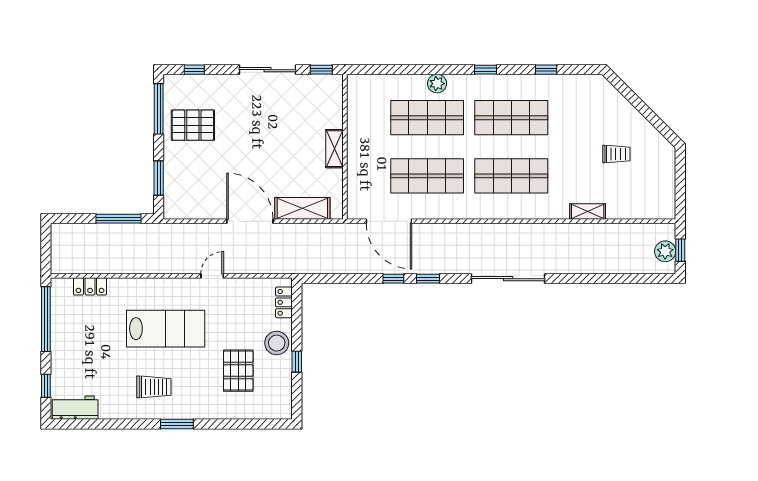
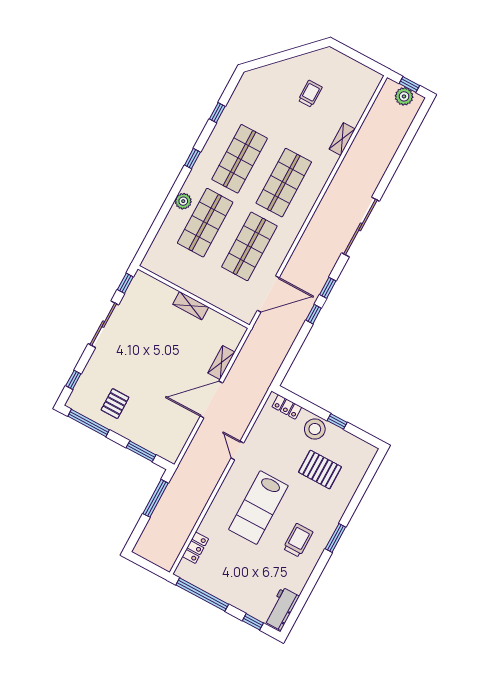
pallet: (193, 125) -> (115, 404), width x0.67, depth x0.71
shelving: (302, 208) -> (221, 363), width x0.67, depth x0.75
lab bench: (166, 329) -> (258, 508), turned 180

